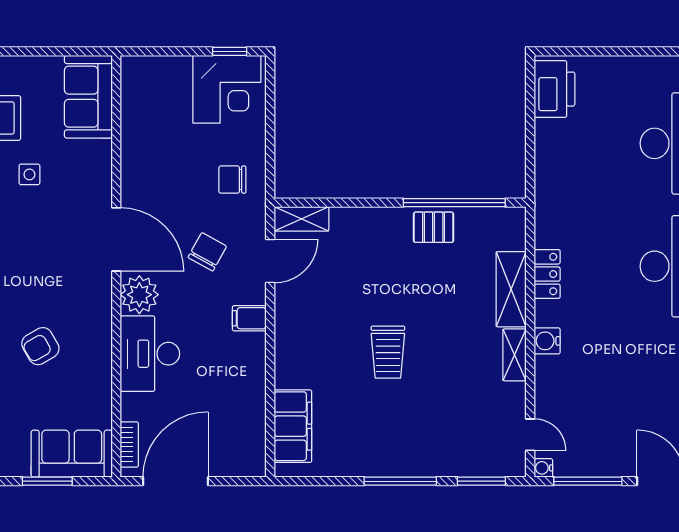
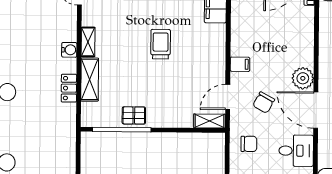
desk: (150, 354) -> (296, 151), moved, width x0.73

